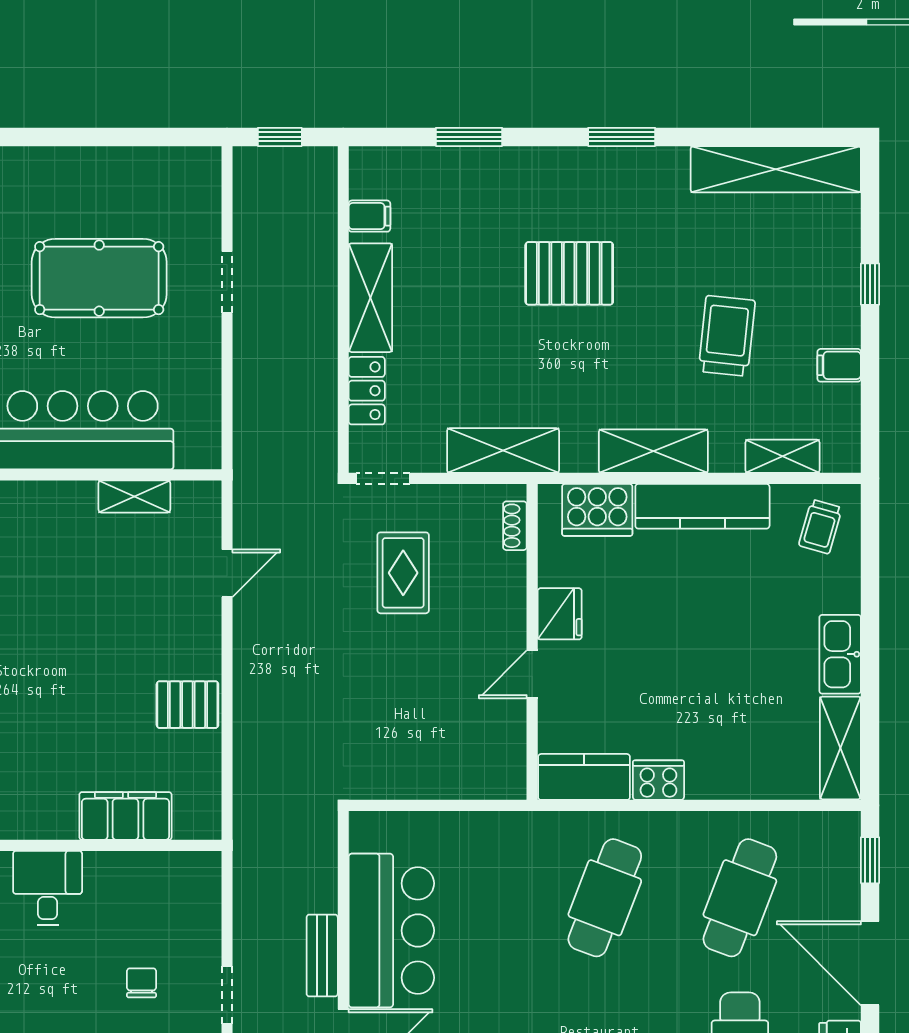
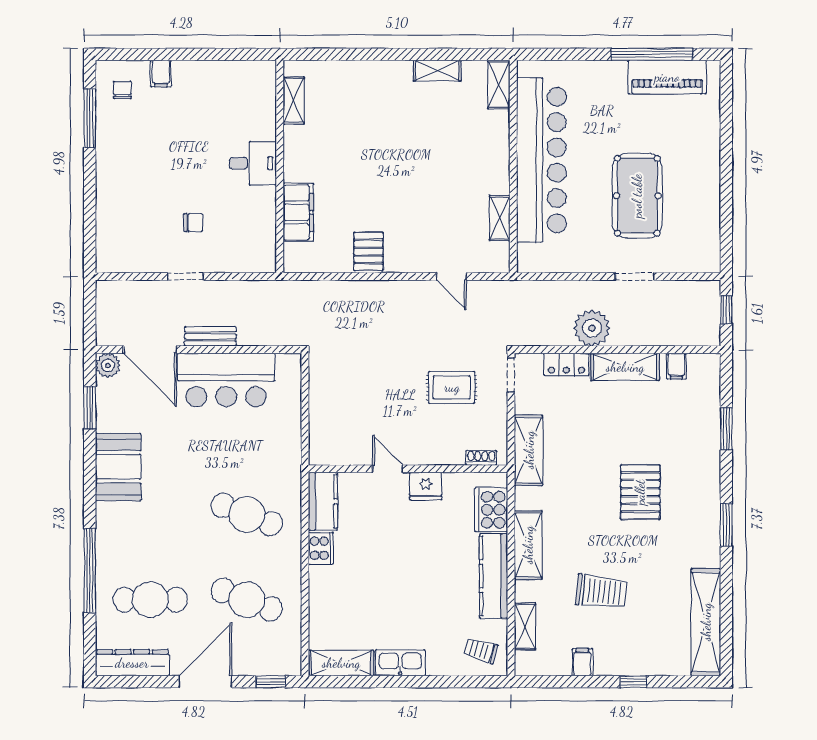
plant: (309, 350) -> (592, 328), added

